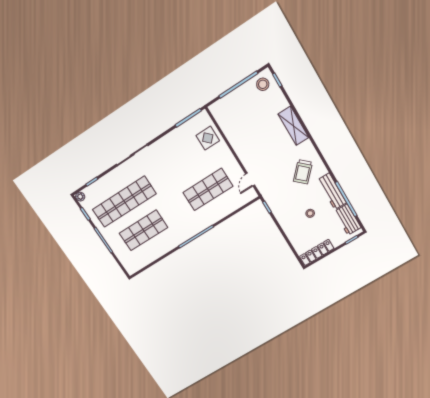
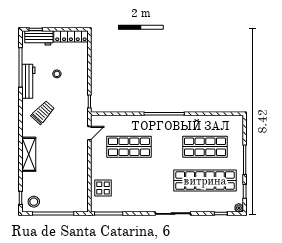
workbench: (348, 220) -> (39, 38), moved, turned 90

